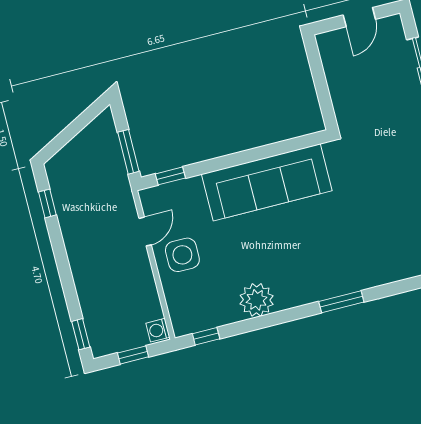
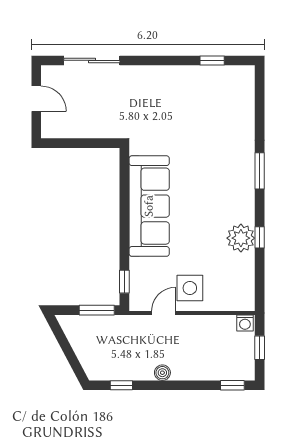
door: (145, 232) -> (164, 313), hinge flipped
boiler: (75, 248) -> (162, 373), added
window: (206, 336) -> (260, 237), moved

